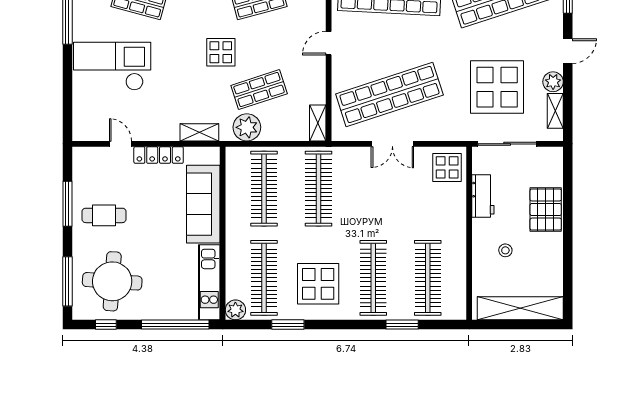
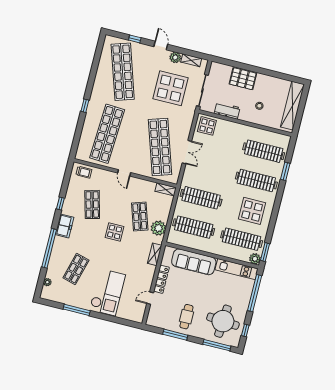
checkout: (112, 66) -> (107, 292), turned 180
window: (288, 325) -> (265, 252), moved

